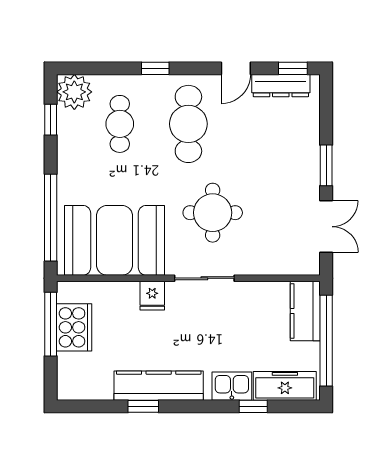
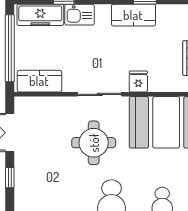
window: (326, 165) -> (10, 178), width x0.67
kitchen counter: (305, 311) -> (39, 81), moved, turned -90
kitchen counter: (159, 386) -> (133, 15), width x0.67

